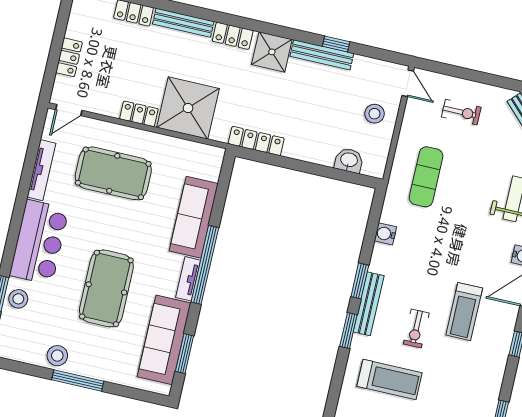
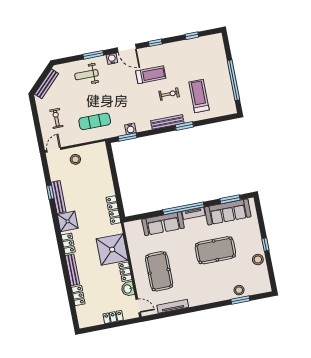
washbasin: (349, 160) -> (128, 289), moved
bar counter: (39, 242) -> (208, 292), removed
window: (360, 281) -> (127, 137), moved
window: (78, 381) -> (265, 244), width x0.46

